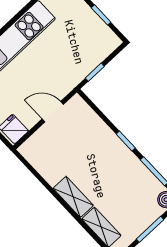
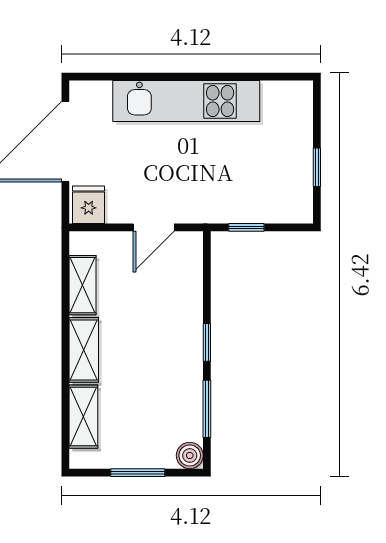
door: (53, 112) -> (154, 227), swing flipped
shelving: (45, 168) -> (83, 285), added

